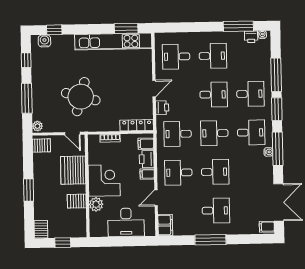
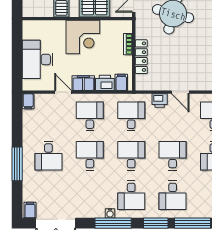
desk: (214, 95) -> (173, 156), turned 180
locker: (137, 125) -> (141, 57), moved
desk: (215, 172) -> (90, 156), turned 180
filing cabinet: (147, 174) -> (83, 83), width x2.00
plant: (96, 204) -> (57, 28), removed
filing cabinet: (165, 225) -> (28, 101), width x0.50
window: (210, 240) -> (17, 164), moved

